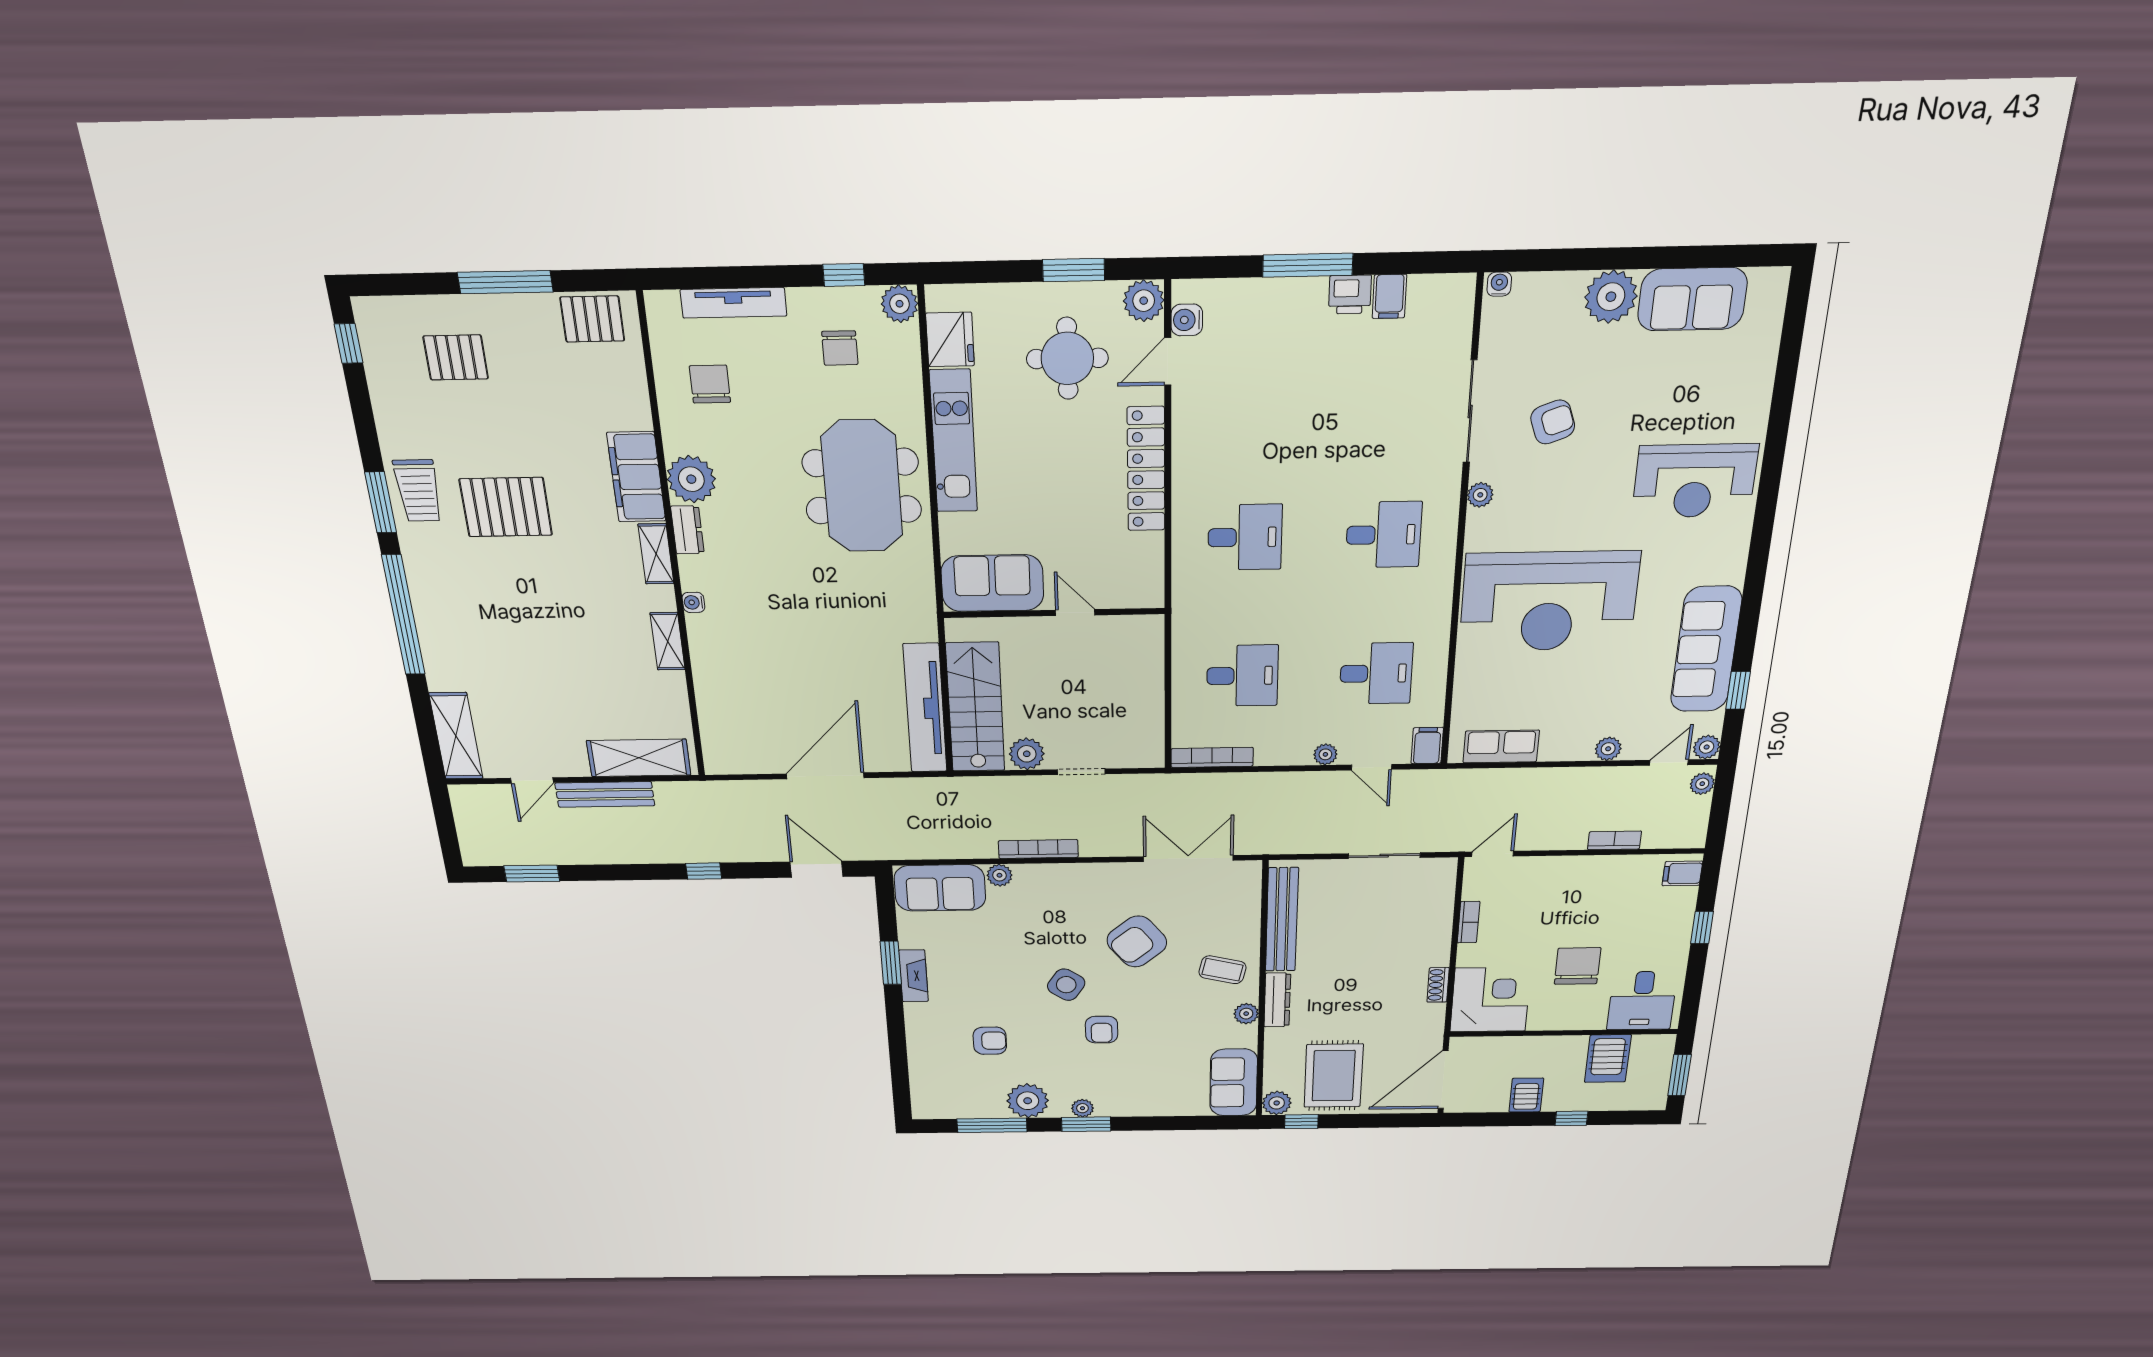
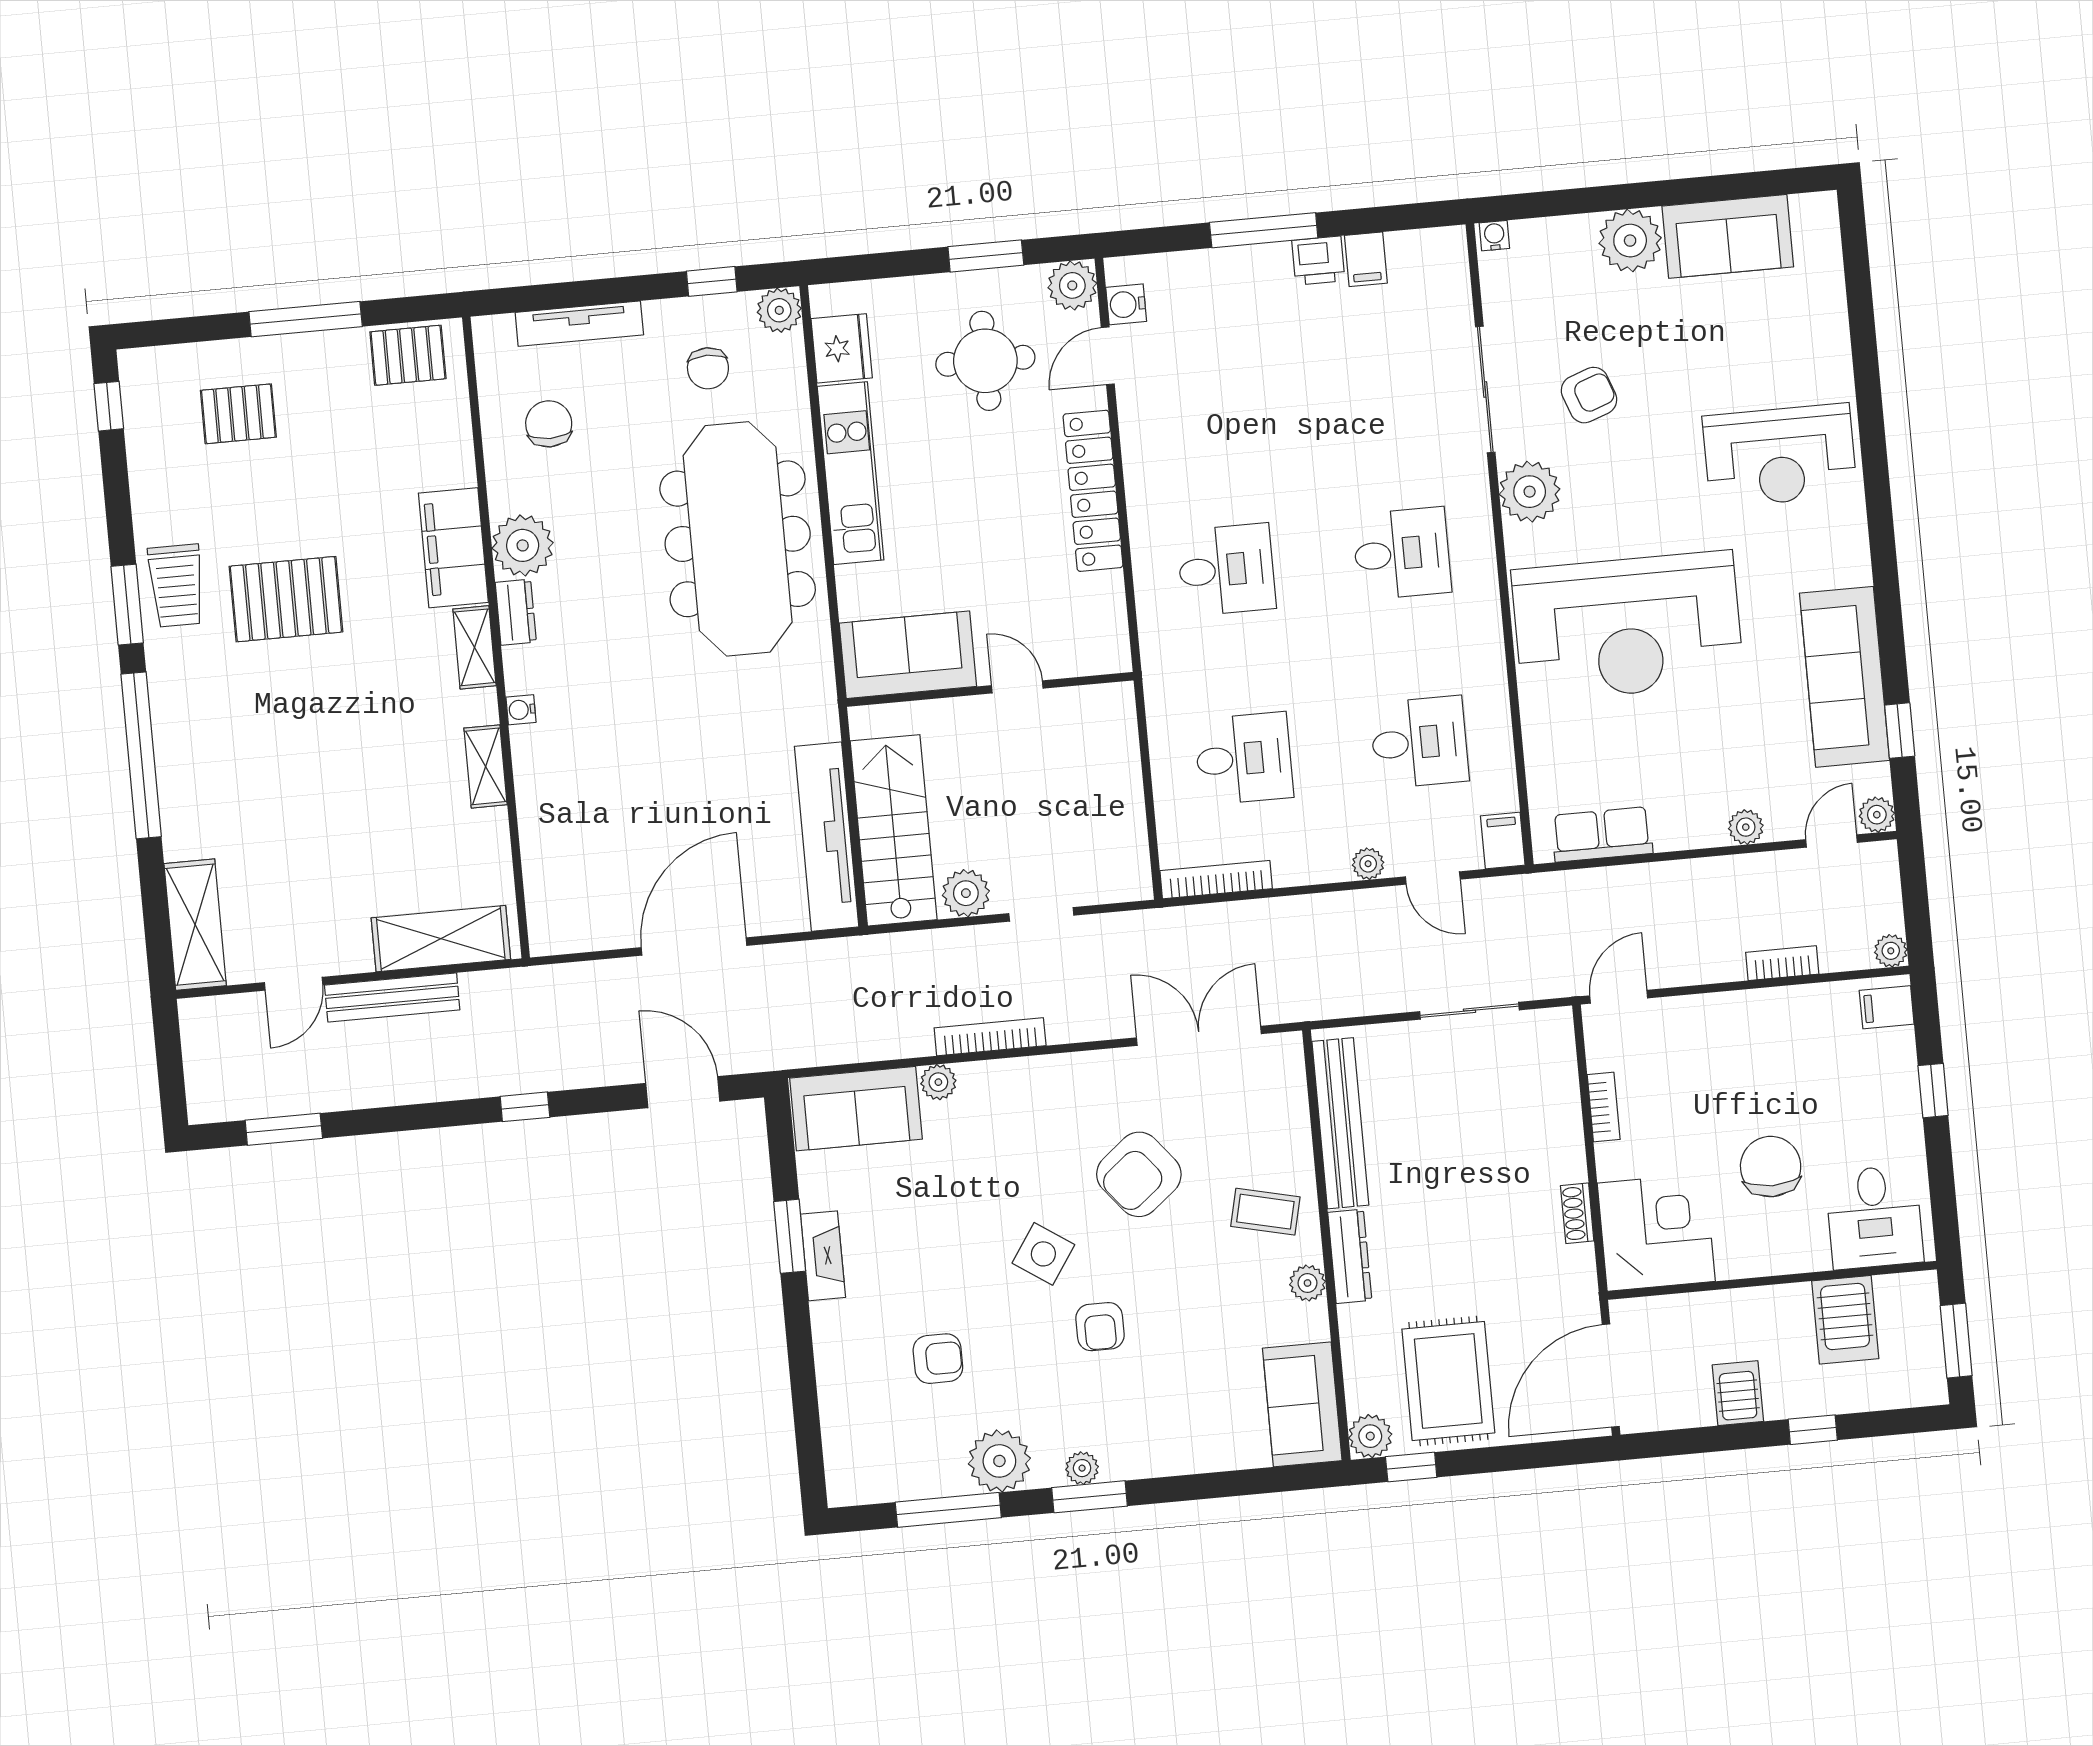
meeting table: (862, 486) -> (738, 539), width x1.36
plant: (1480, 495) -> (1530, 492), width x1.88, depth x1.88
plant: (1702, 784) -> (1891, 951), moved

